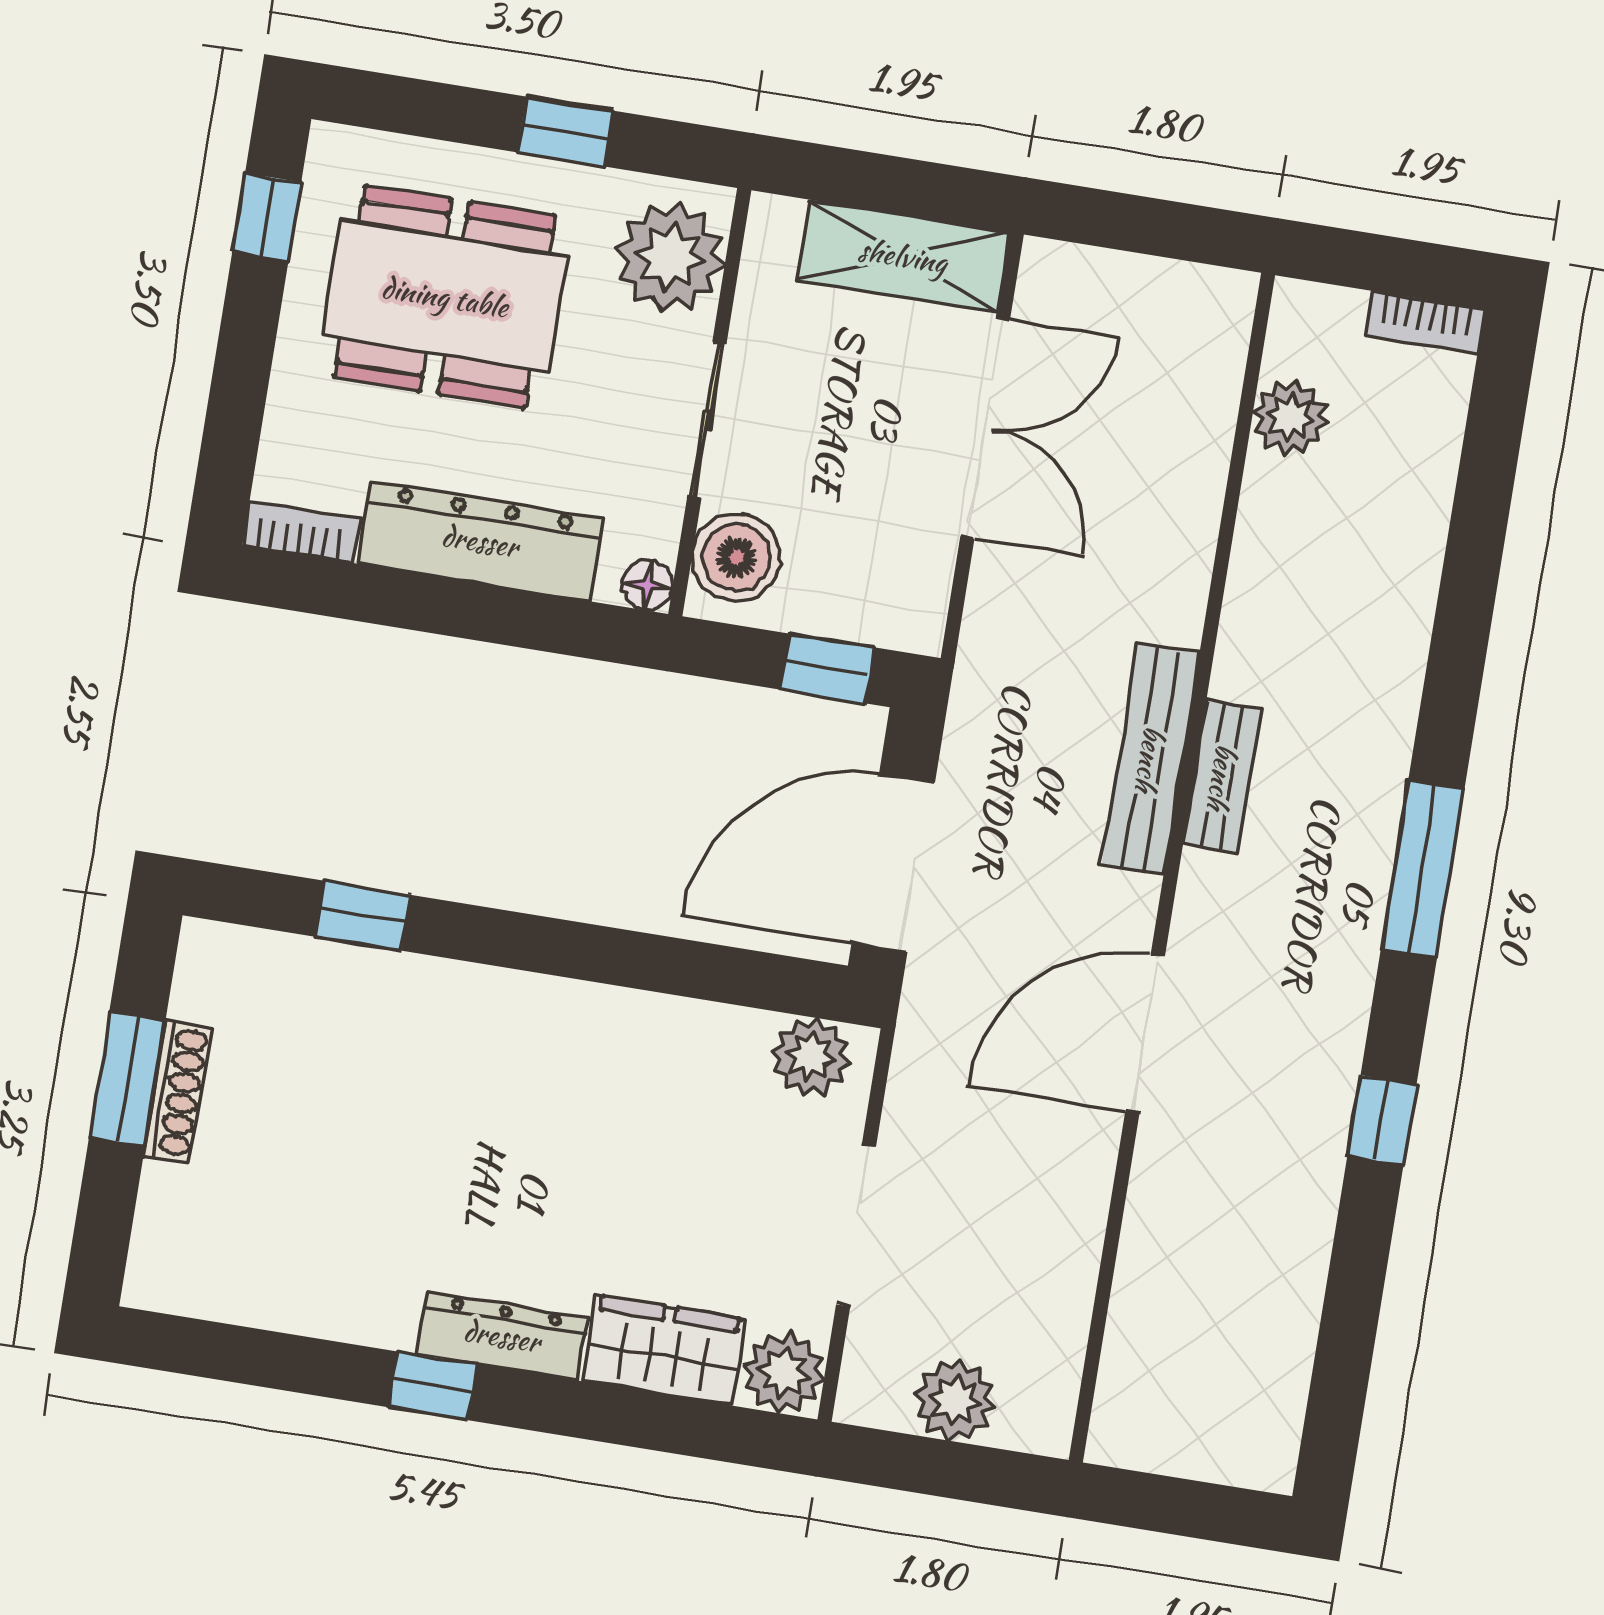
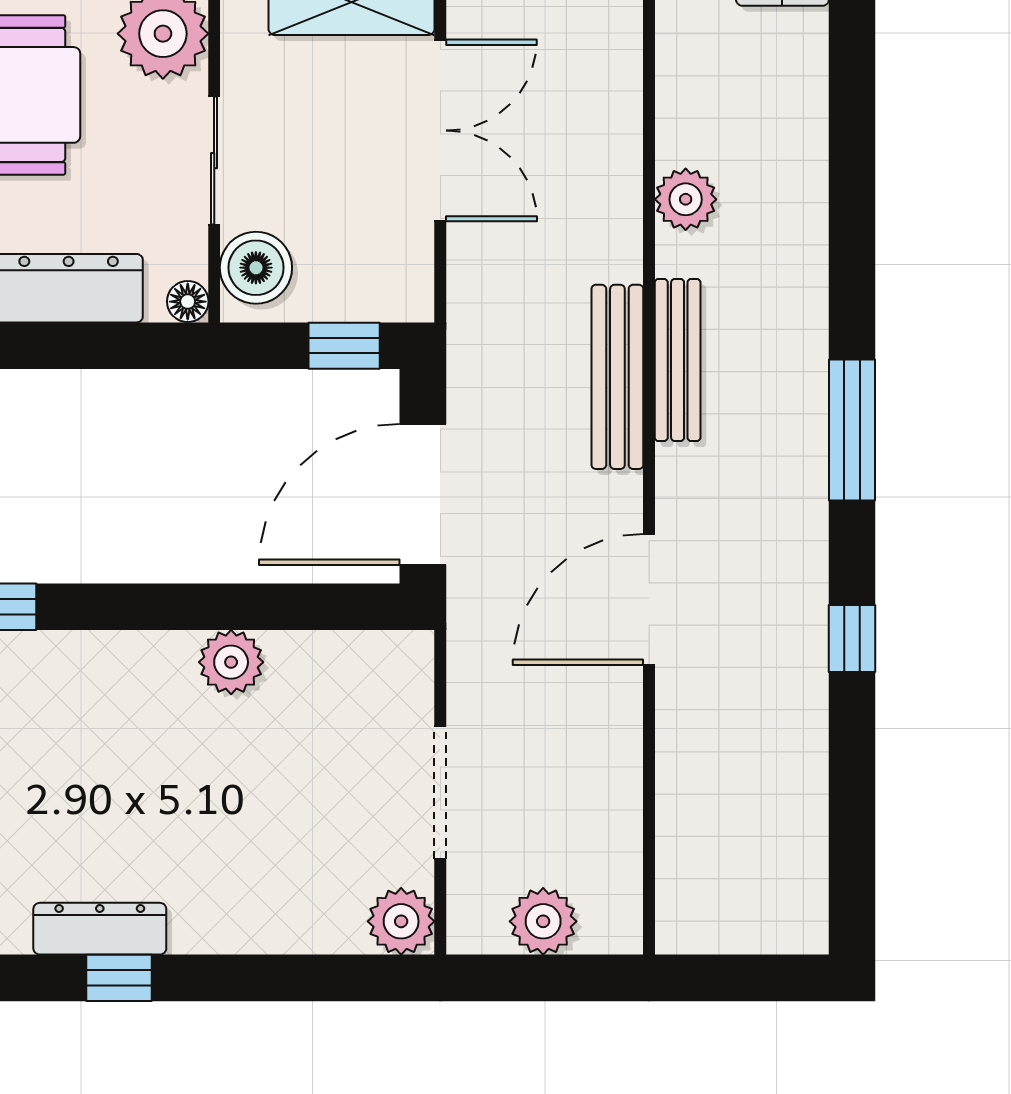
plant: (1290, 417) -> (686, 199), moved
bench: (1222, 777) -> (678, 360), width x1.36
plant: (811, 1057) -> (231, 662), moved
dresser: (502, 1336) -> (100, 929), moved
wardrobe: (664, 1350) -> (301, 919), removed

